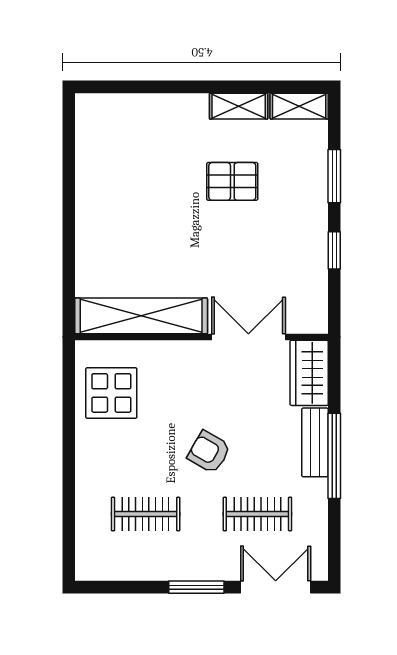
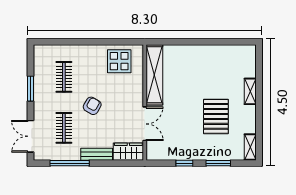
shelving: (239, 106) -> (250, 91), moved
pallet: (232, 181) -> (216, 116), width x1.50, depth x1.42
window: (334, 456) -> (70, 163), moved
window: (196, 587) -> (30, 89), moved
double door: (276, 587) -> (30, 136), swing flipped

